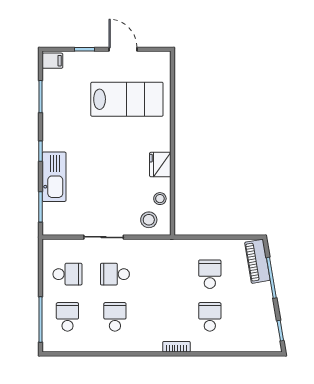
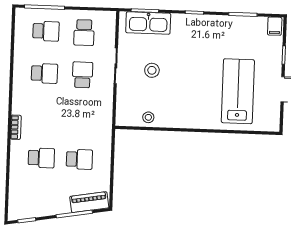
lab bench: (127, 99) -> (238, 91), turned 180
fridge: (160, 165) -> (179, 119), removed
kitchen sink: (54, 177) -> (148, 23), moved
stool: (149, 220) -> (152, 70), moved

